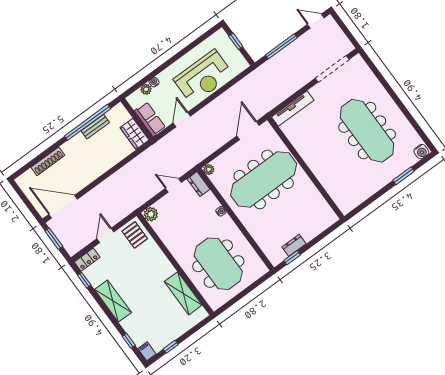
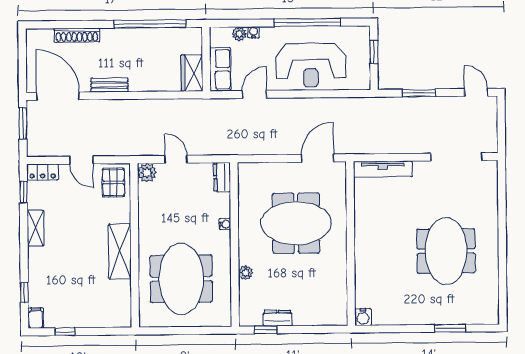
window: (281, 46) -> (419, 93), width x0.69
window: (182, 53) -> (307, 23), added
bench: (95, 127) -> (109, 85), moved
meeting table: (367, 131) -> (446, 251), width x0.73
water cooler: (421, 152) -> (363, 317), moved
plant: (209, 169) -> (245, 273), moved
meeting table: (264, 179) -> (296, 223), width x0.73
door: (173, 185) -> (176, 159), moved
door: (105, 235) -> (81, 160), swing flipped
shelving: (183, 293) -> (120, 251), moved
shelving: (113, 301) -> (35, 228), width x0.67, depth x0.75

